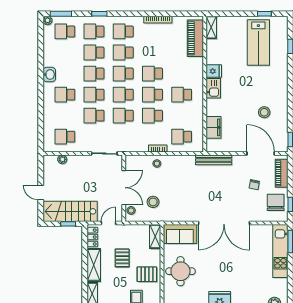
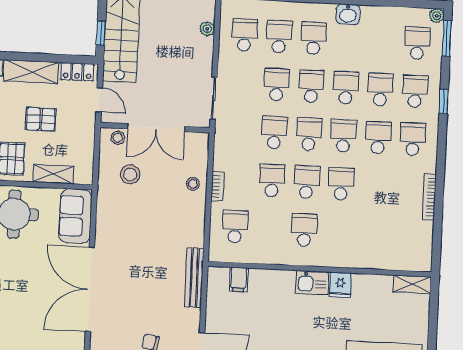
piano: (195, 38) -> (396, 257), removed
school desk: (65, 116) -> (279, 37), added
filing cabinet: (214, 127) -> (239, 279), width x0.50
shelving: (155, 237) -> (53, 174), moved

